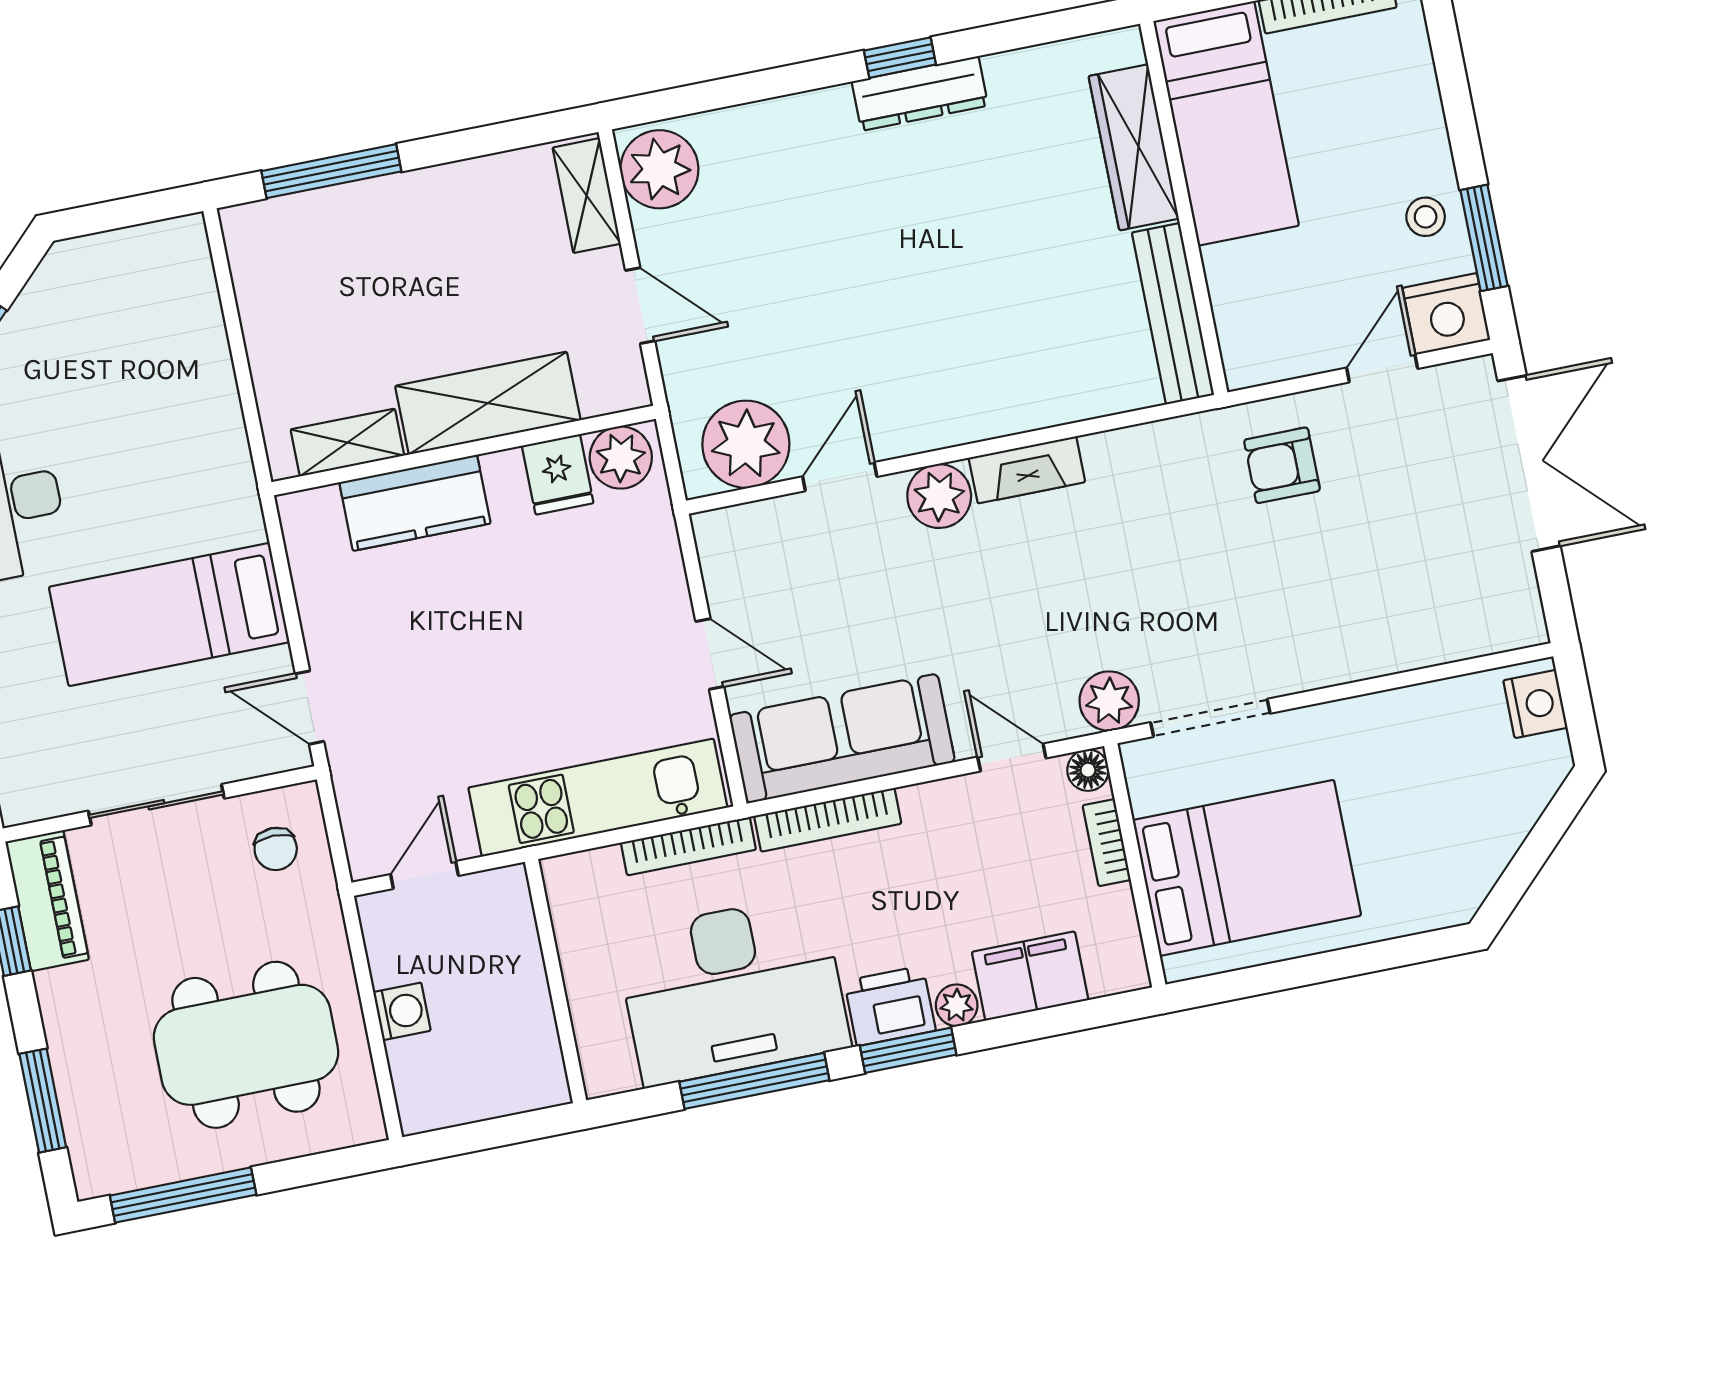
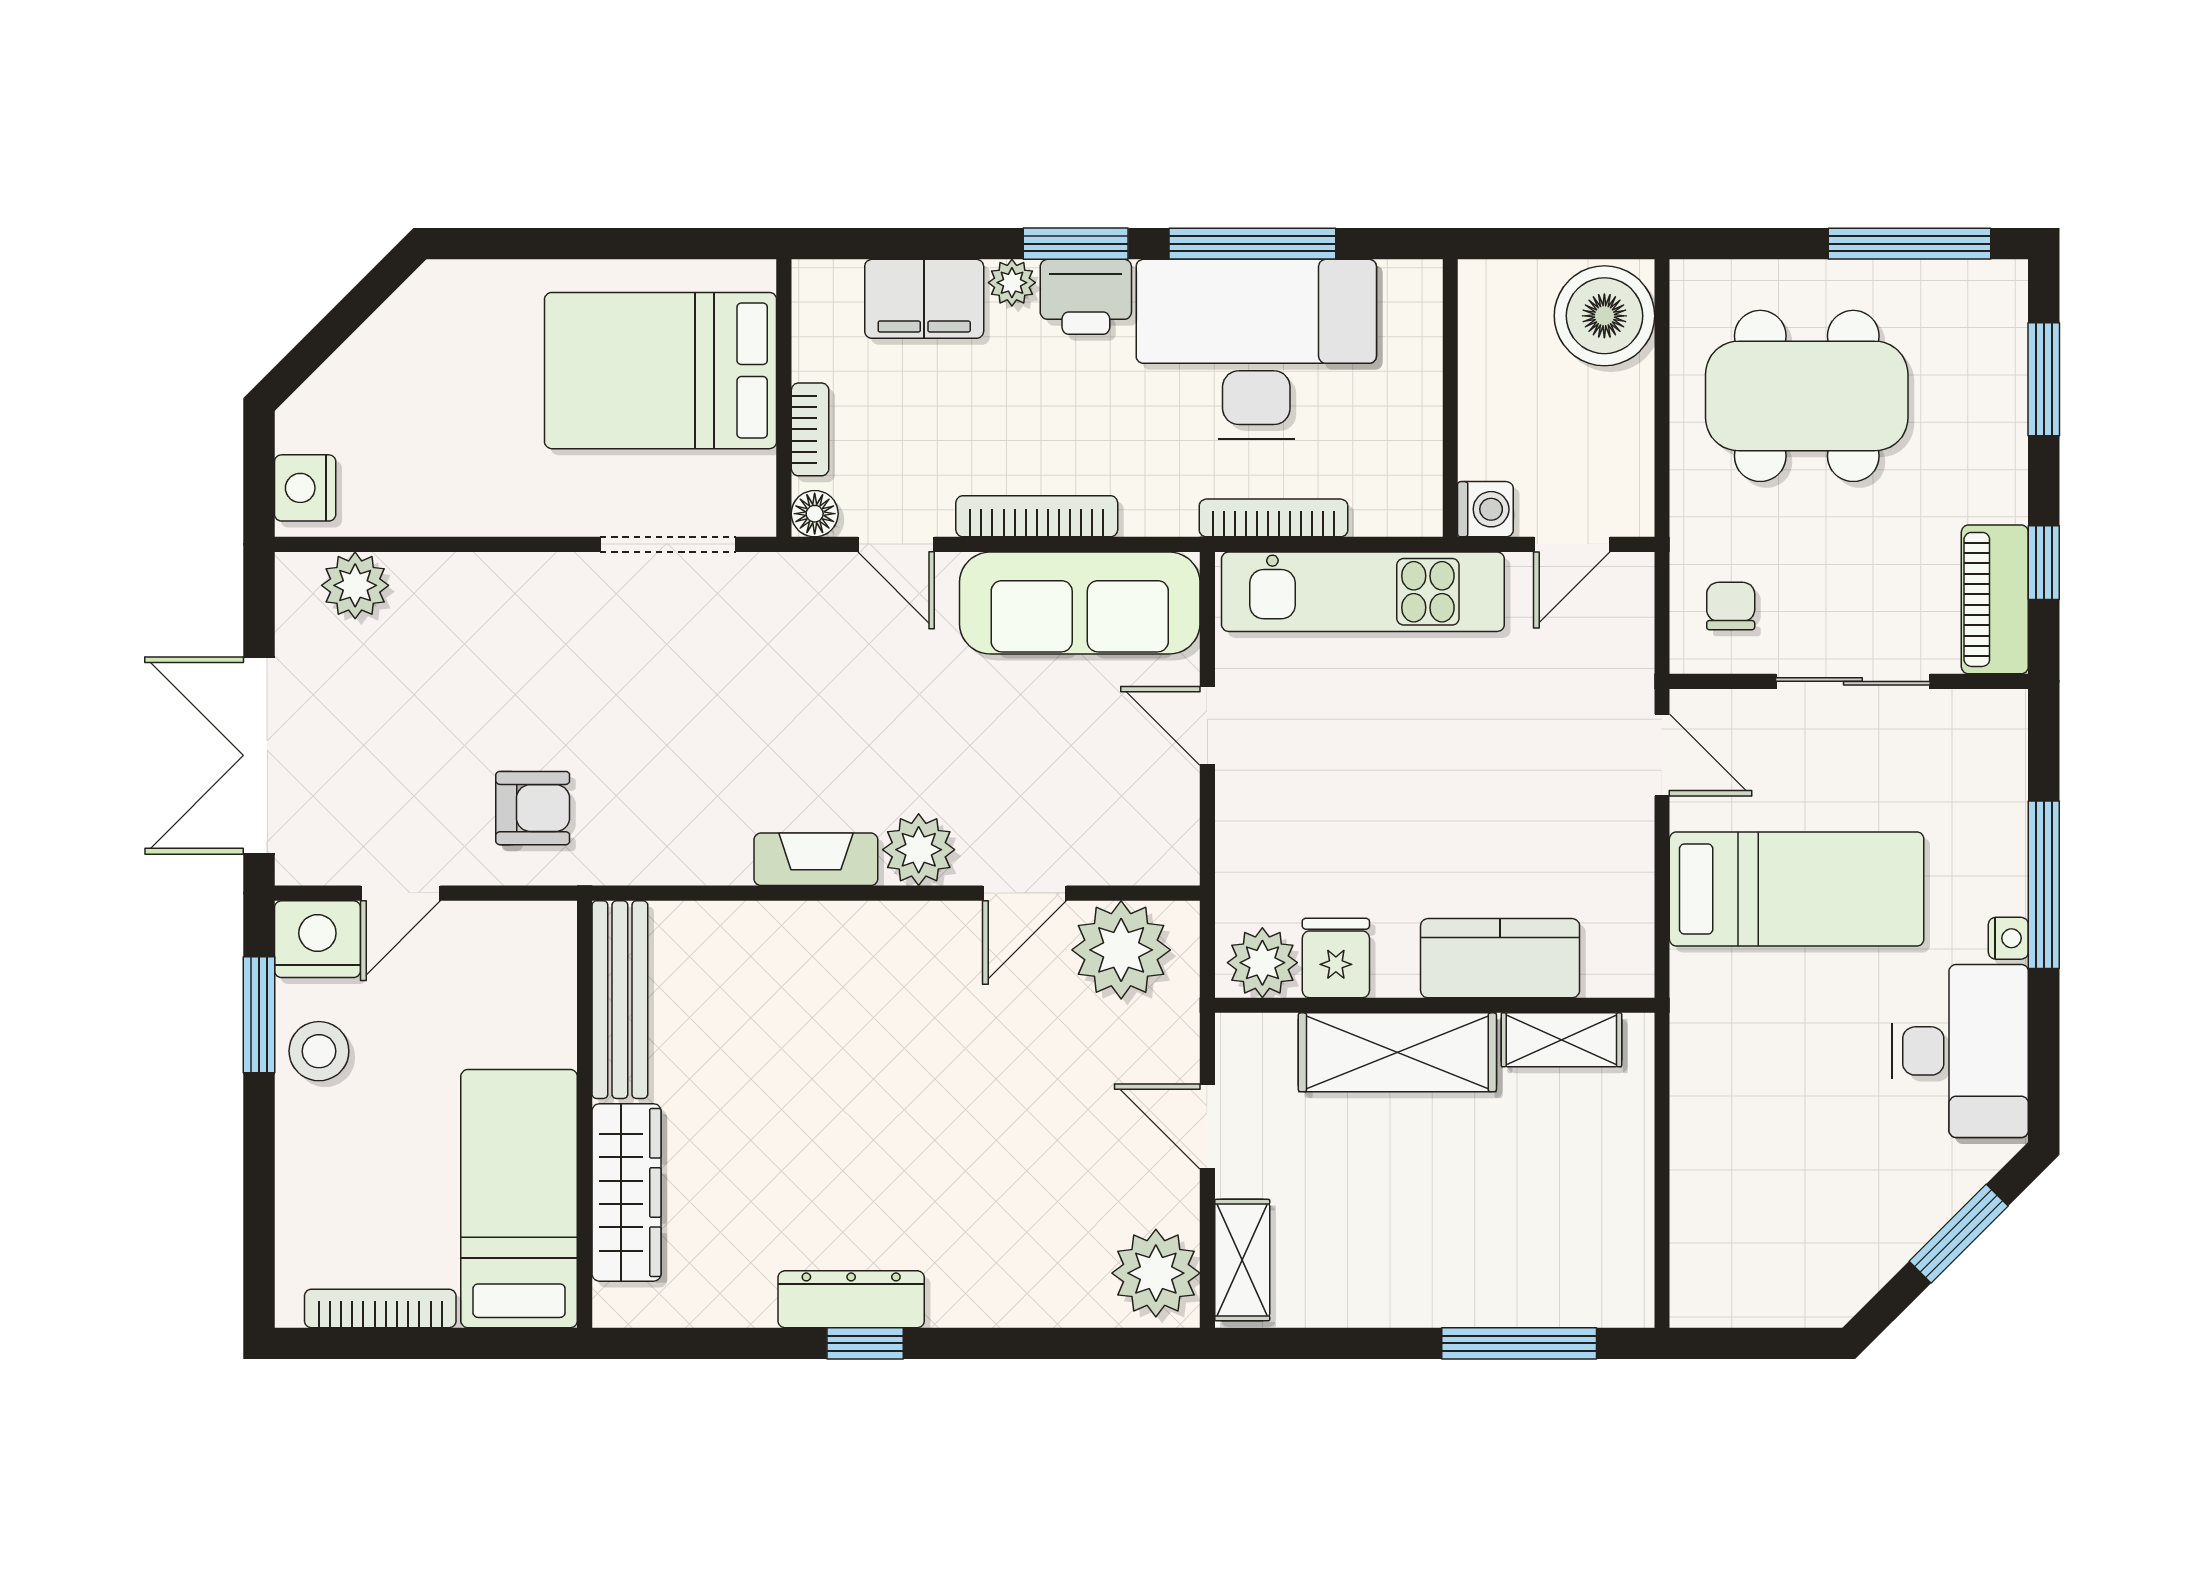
stool: (1426, 217) -> (319, 1051), width x1.37, depth x1.37
plant: (1109, 701) -> (355, 585), moved
bookcase: (828, 820) -> (1037, 516), moved
washing machine: (402, 1011) -> (1485, 509), moved, turned 180
boiler: (436, 1079) -> (1604, 316), added

